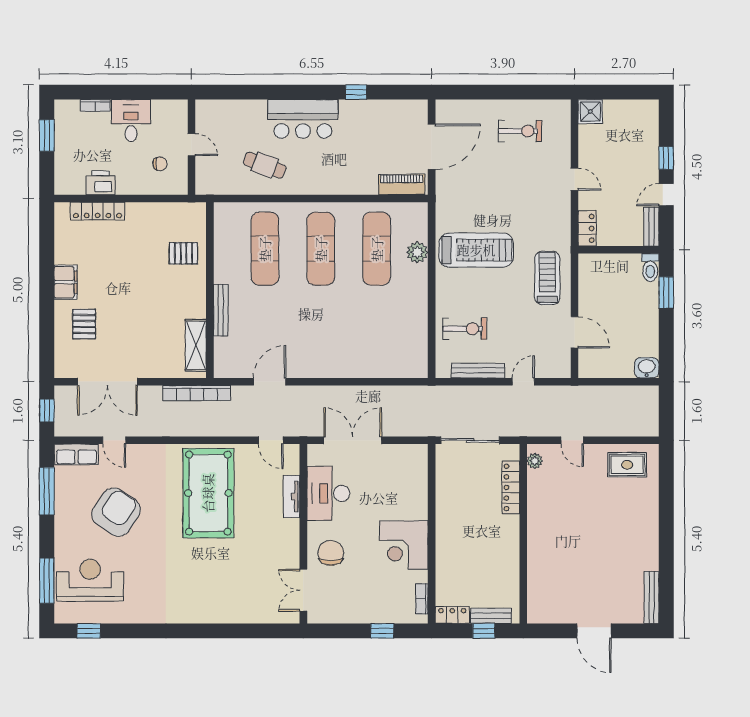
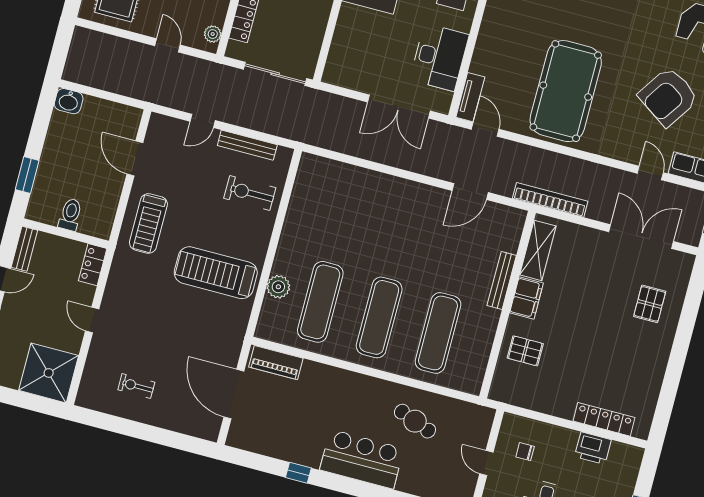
shower: (590, 112) -> (49, 373), width x1.86, depth x1.86
exercise bike: (520, 131) -> (136, 386), width x0.73, depth x0.72
door: (432, 147) -> (234, 394), hinge flipped
toilet: (650, 268) -> (70, 215), moved
filing cabinet: (66, 282) -> (526, 298), moved, turned 180
tv unit: (292, 497) -> (470, 97), moved

